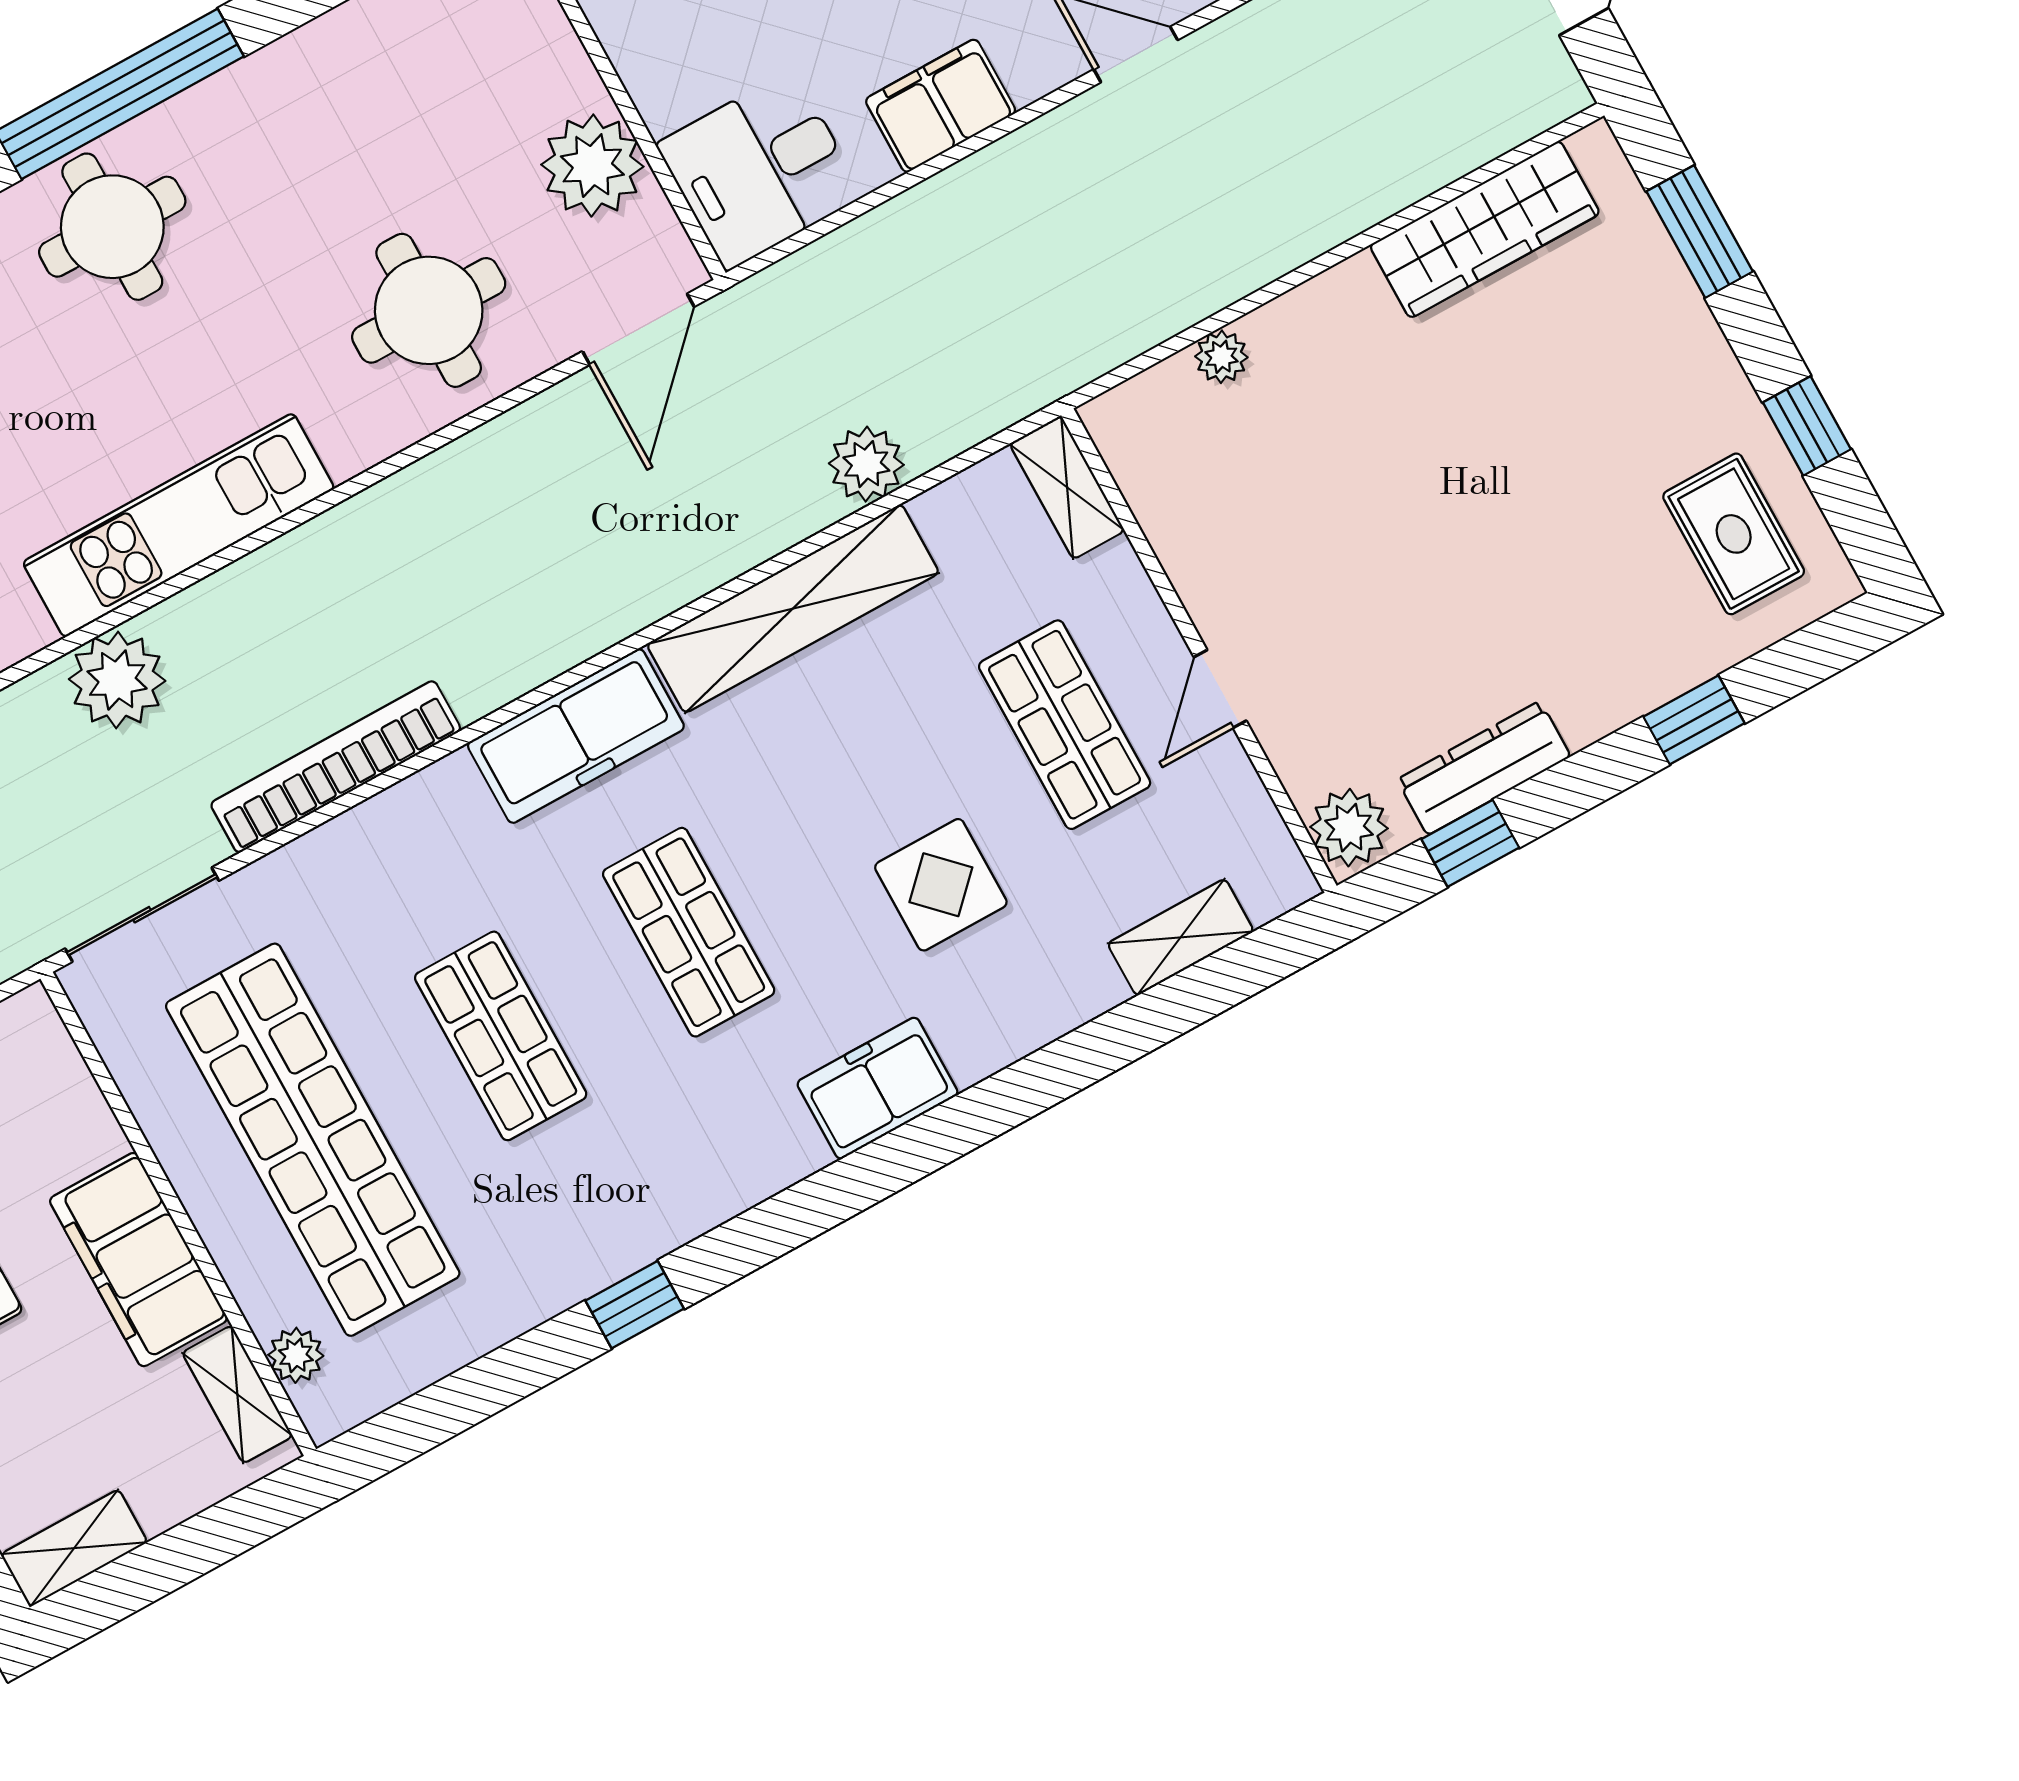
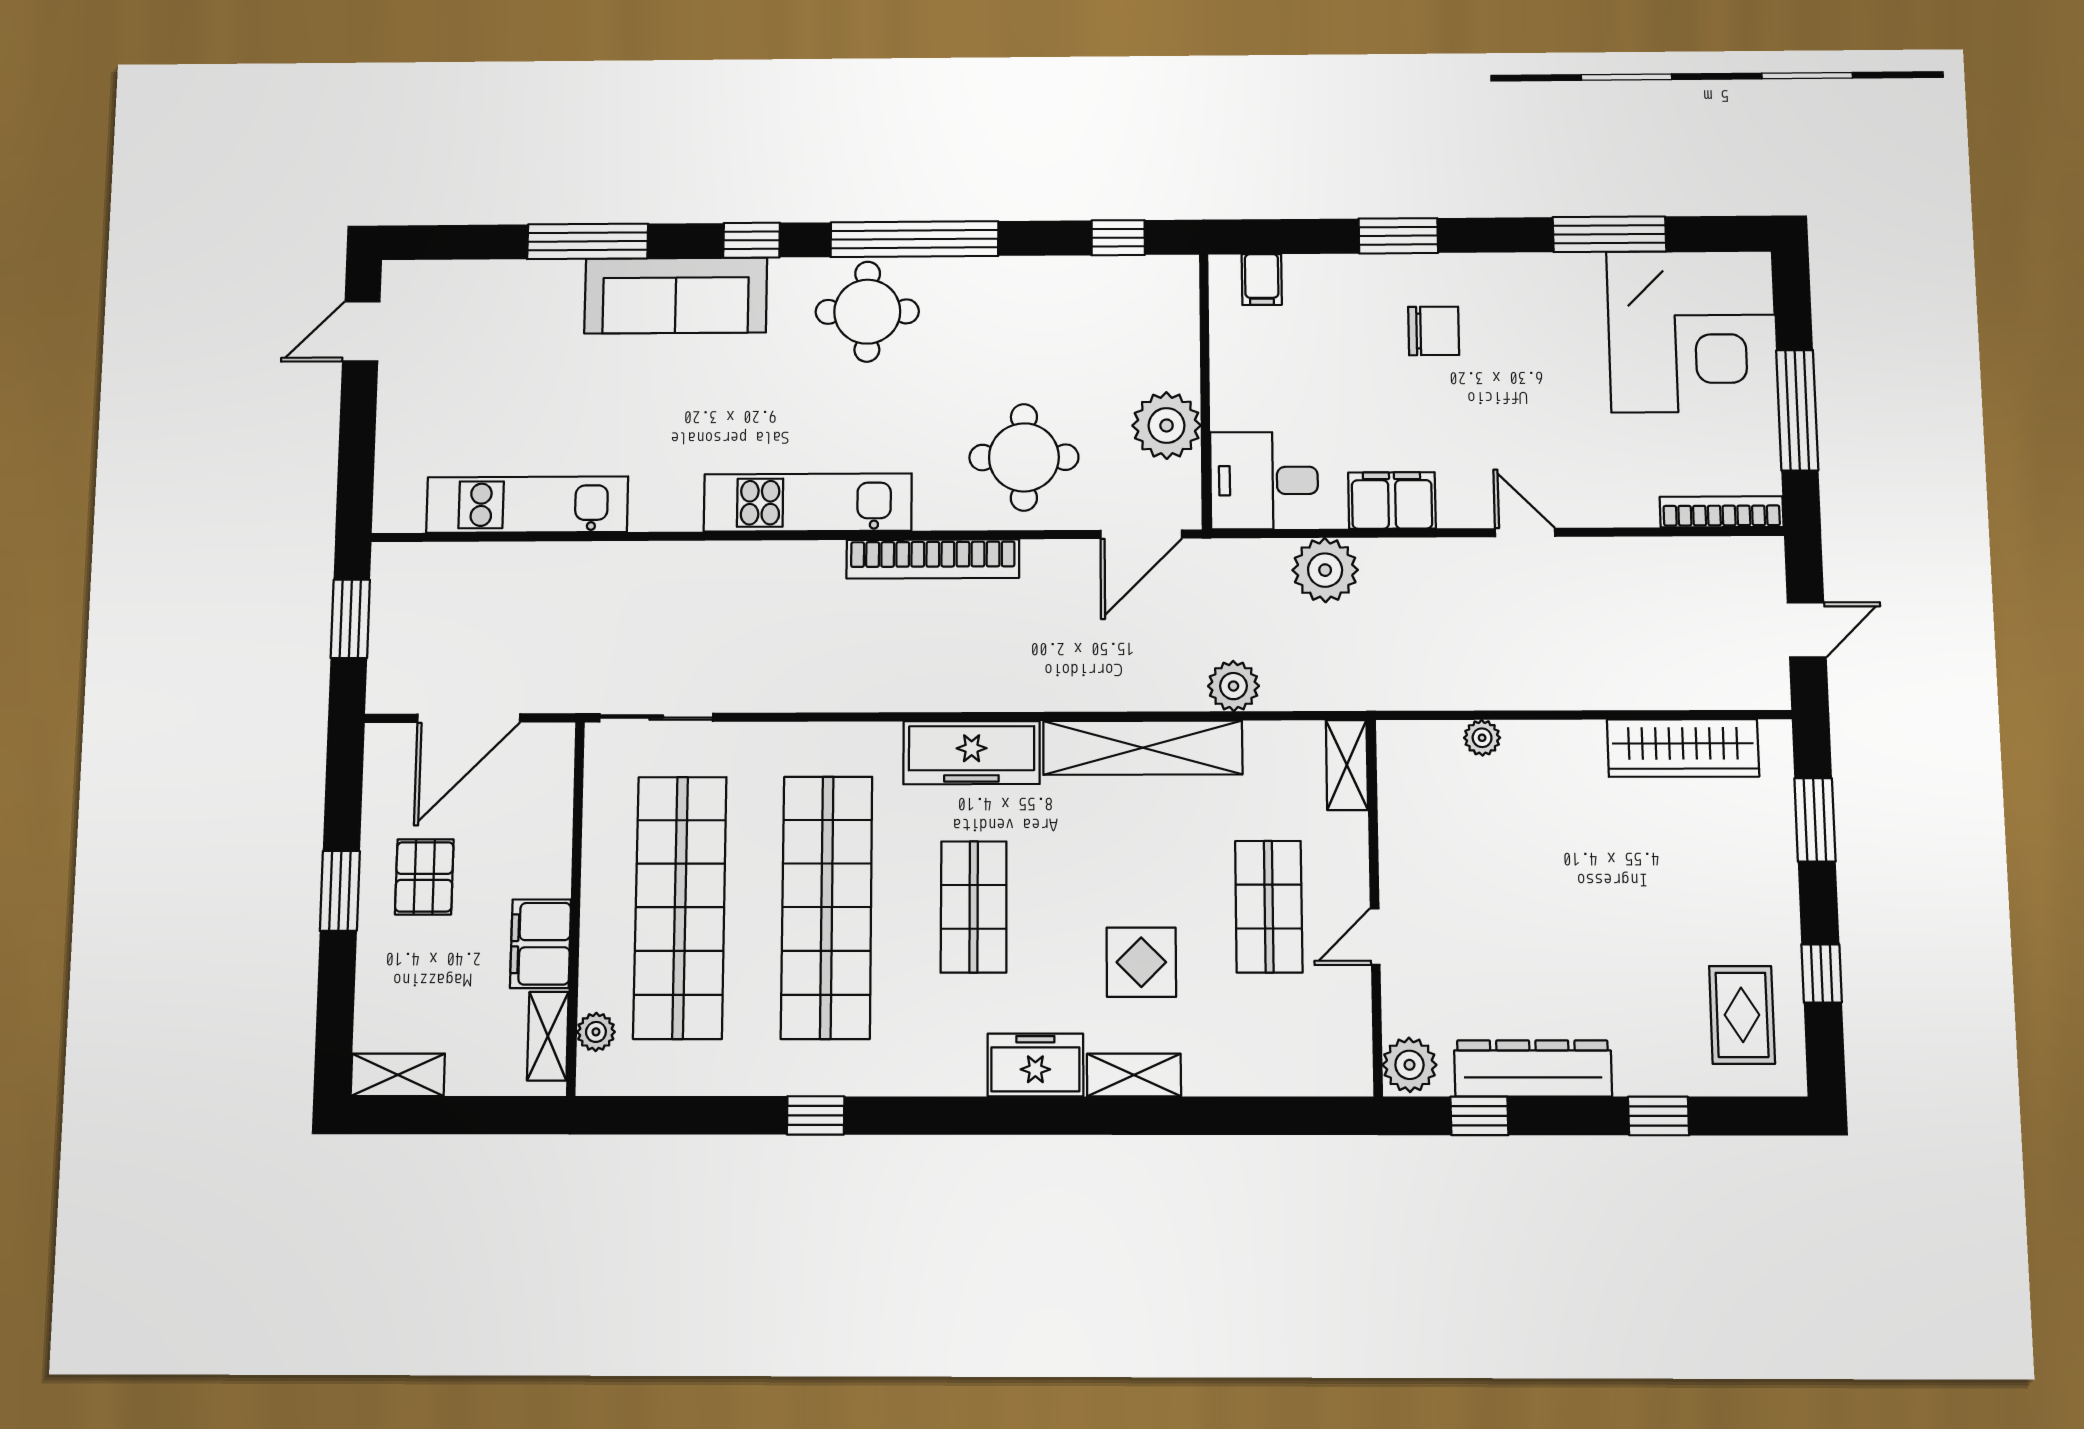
plant: (117, 680) -> (1325, 570), moved
bookcase: (336, 767) -> (933, 559), moved, turned 180
dresser: (1484, 768) -> (1533, 1068), width x1.37, depth x1.24
shelving: (1181, 937) -> (1134, 1075), moved
shop shelf: (501, 1036) -> (827, 907), width x2.00, depth x1.36
filing cabinet: (138, 1260) -> (541, 944), width x0.67, depth x0.86

